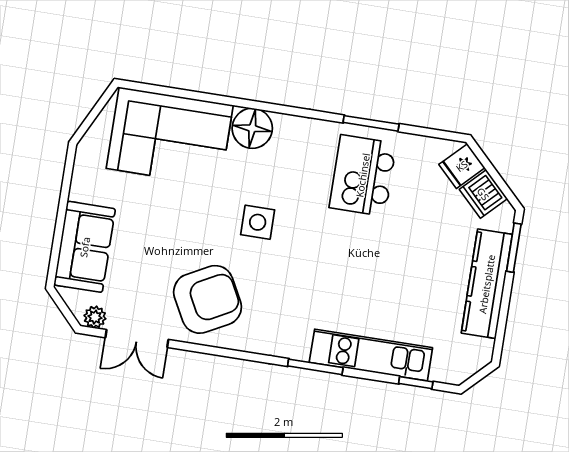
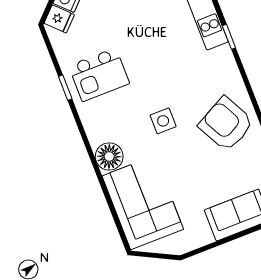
window: (371, 123) -> (65, 88), width x0.67
window: (315, 367) -> (229, 37), width x0.67

